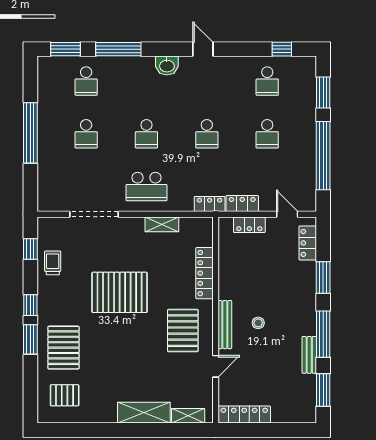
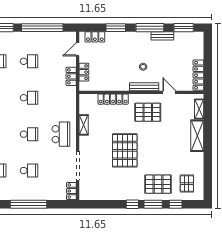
locker: (210, 204) -> (71, 191), moved
window: (30, 249) -> (176, 204), moved
trolley: (53, 263) -> (107, 191), removed

